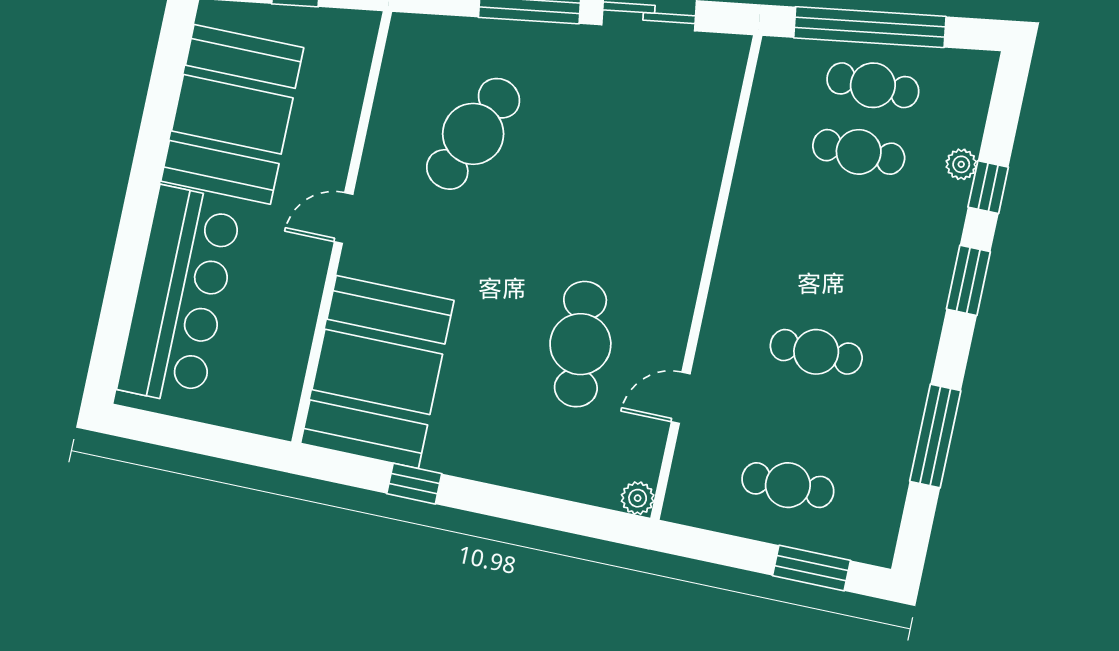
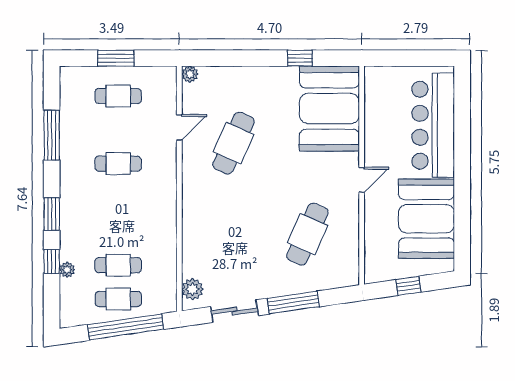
plant: (723, 73) -> (192, 289), added
cafe table: (580, 344) -> (234, 143), turned 30
window: (812, 568) -> (116, 58), moved

